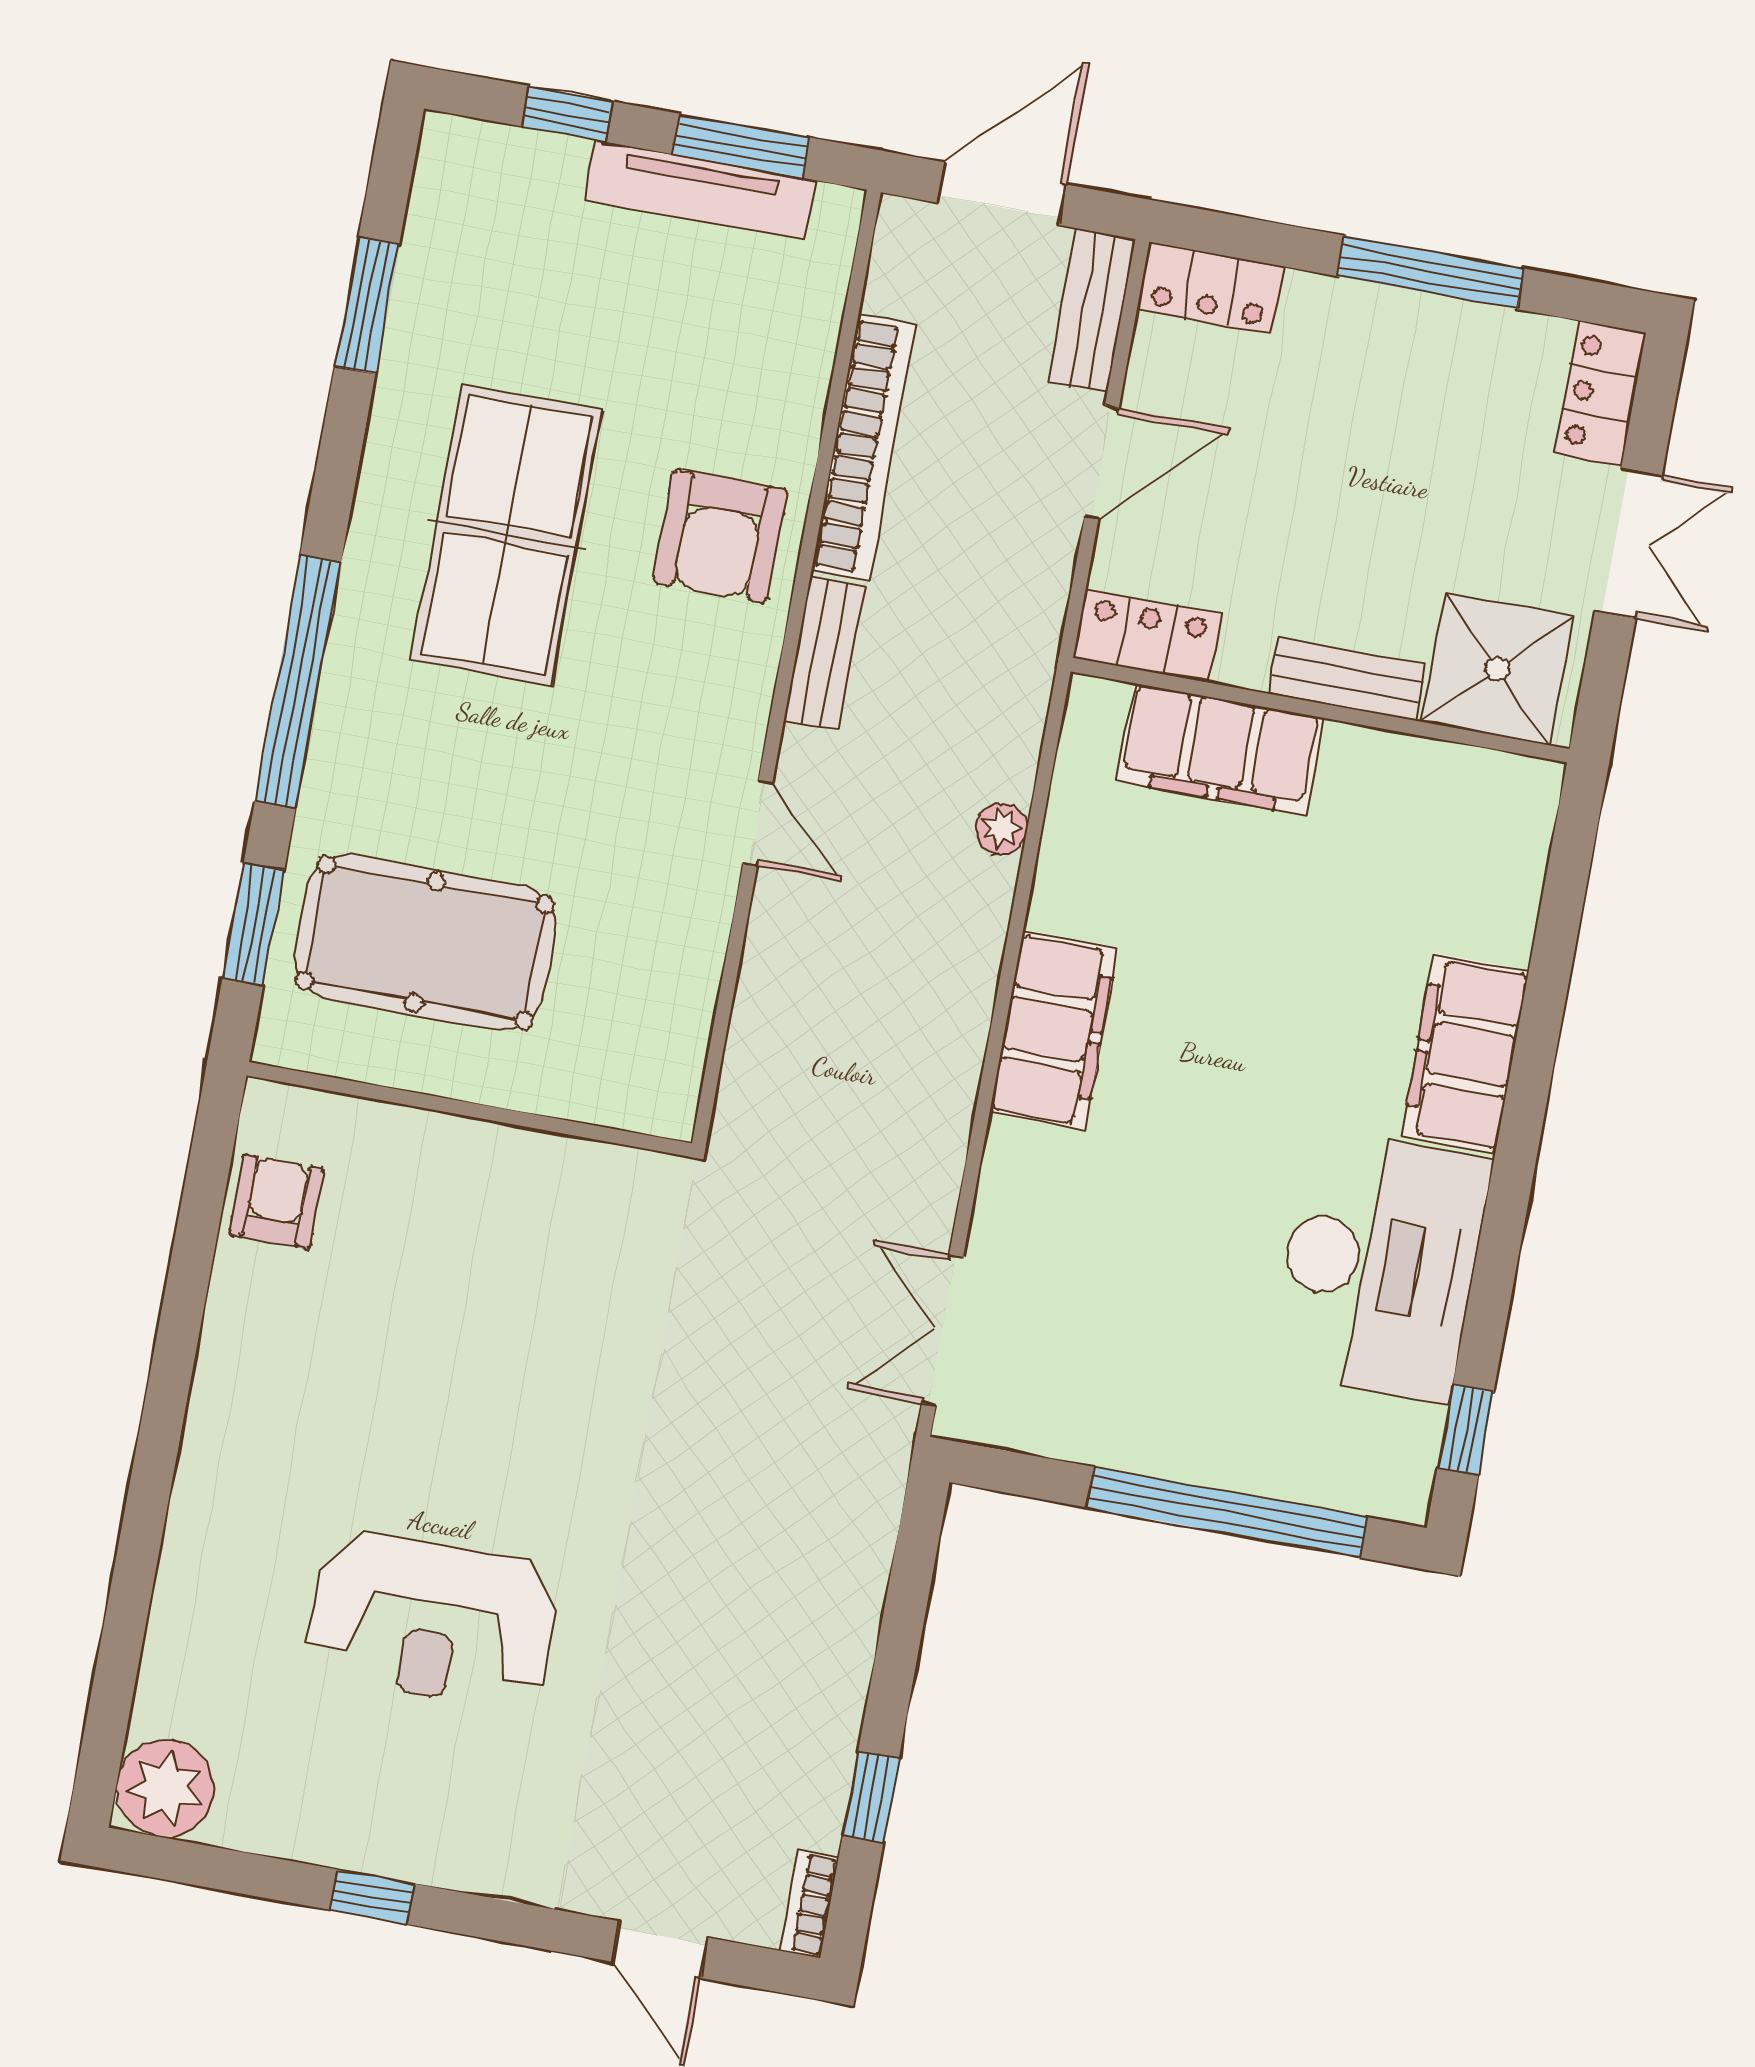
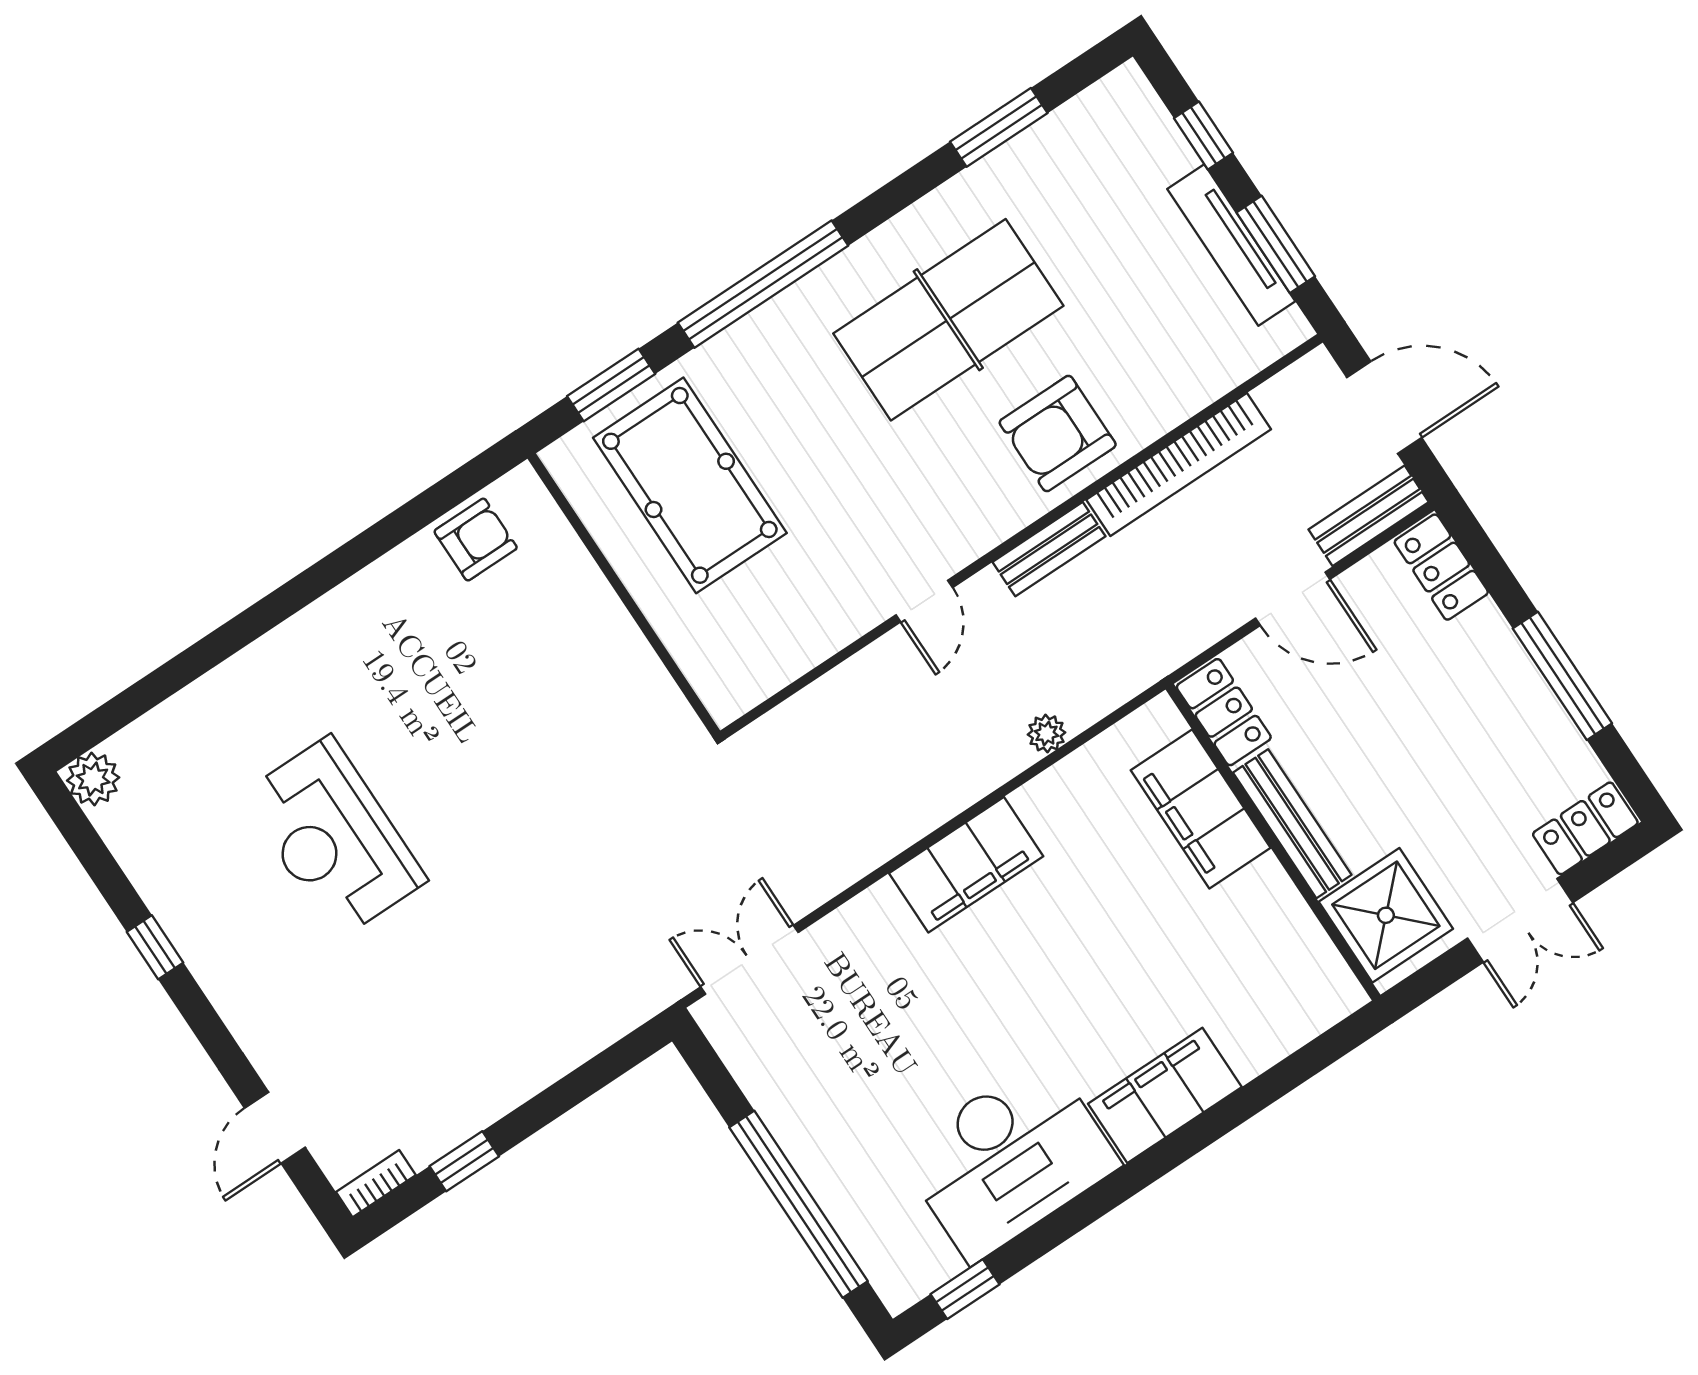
bench: (1347, 679) -> (1292, 824), width x1.36
plant: (165, 1789) -> (93, 779), width x0.73, depth x0.73

